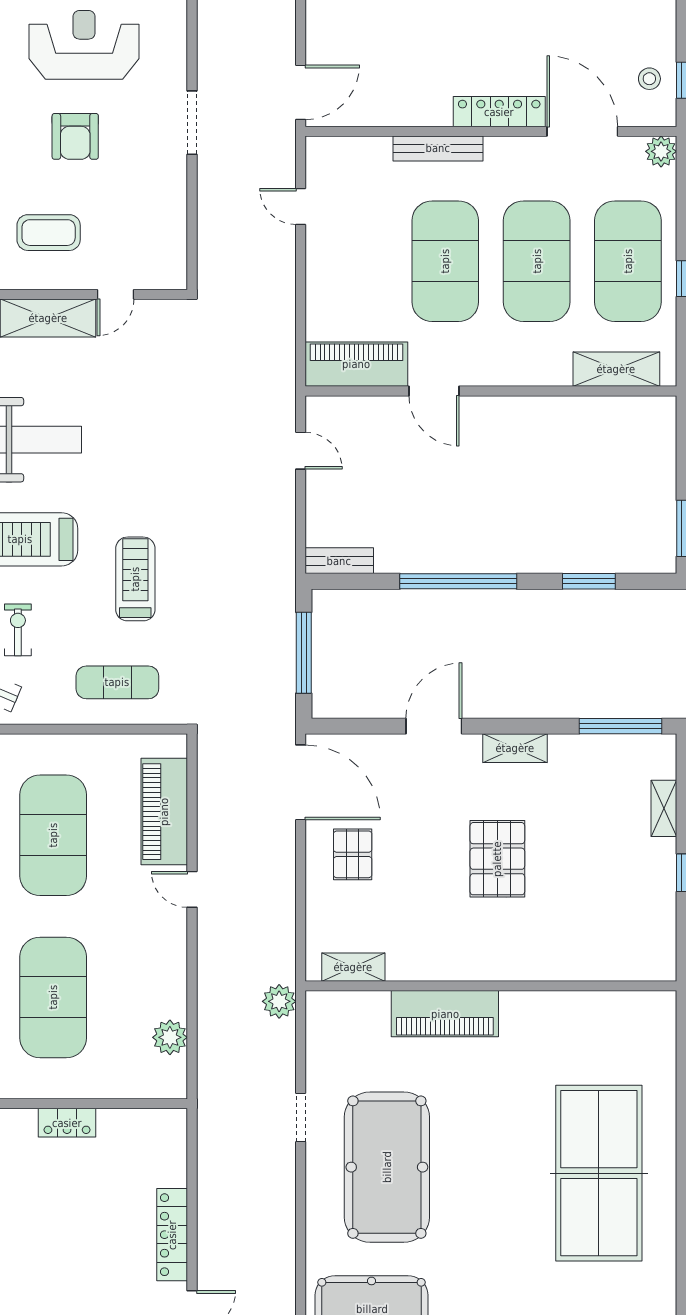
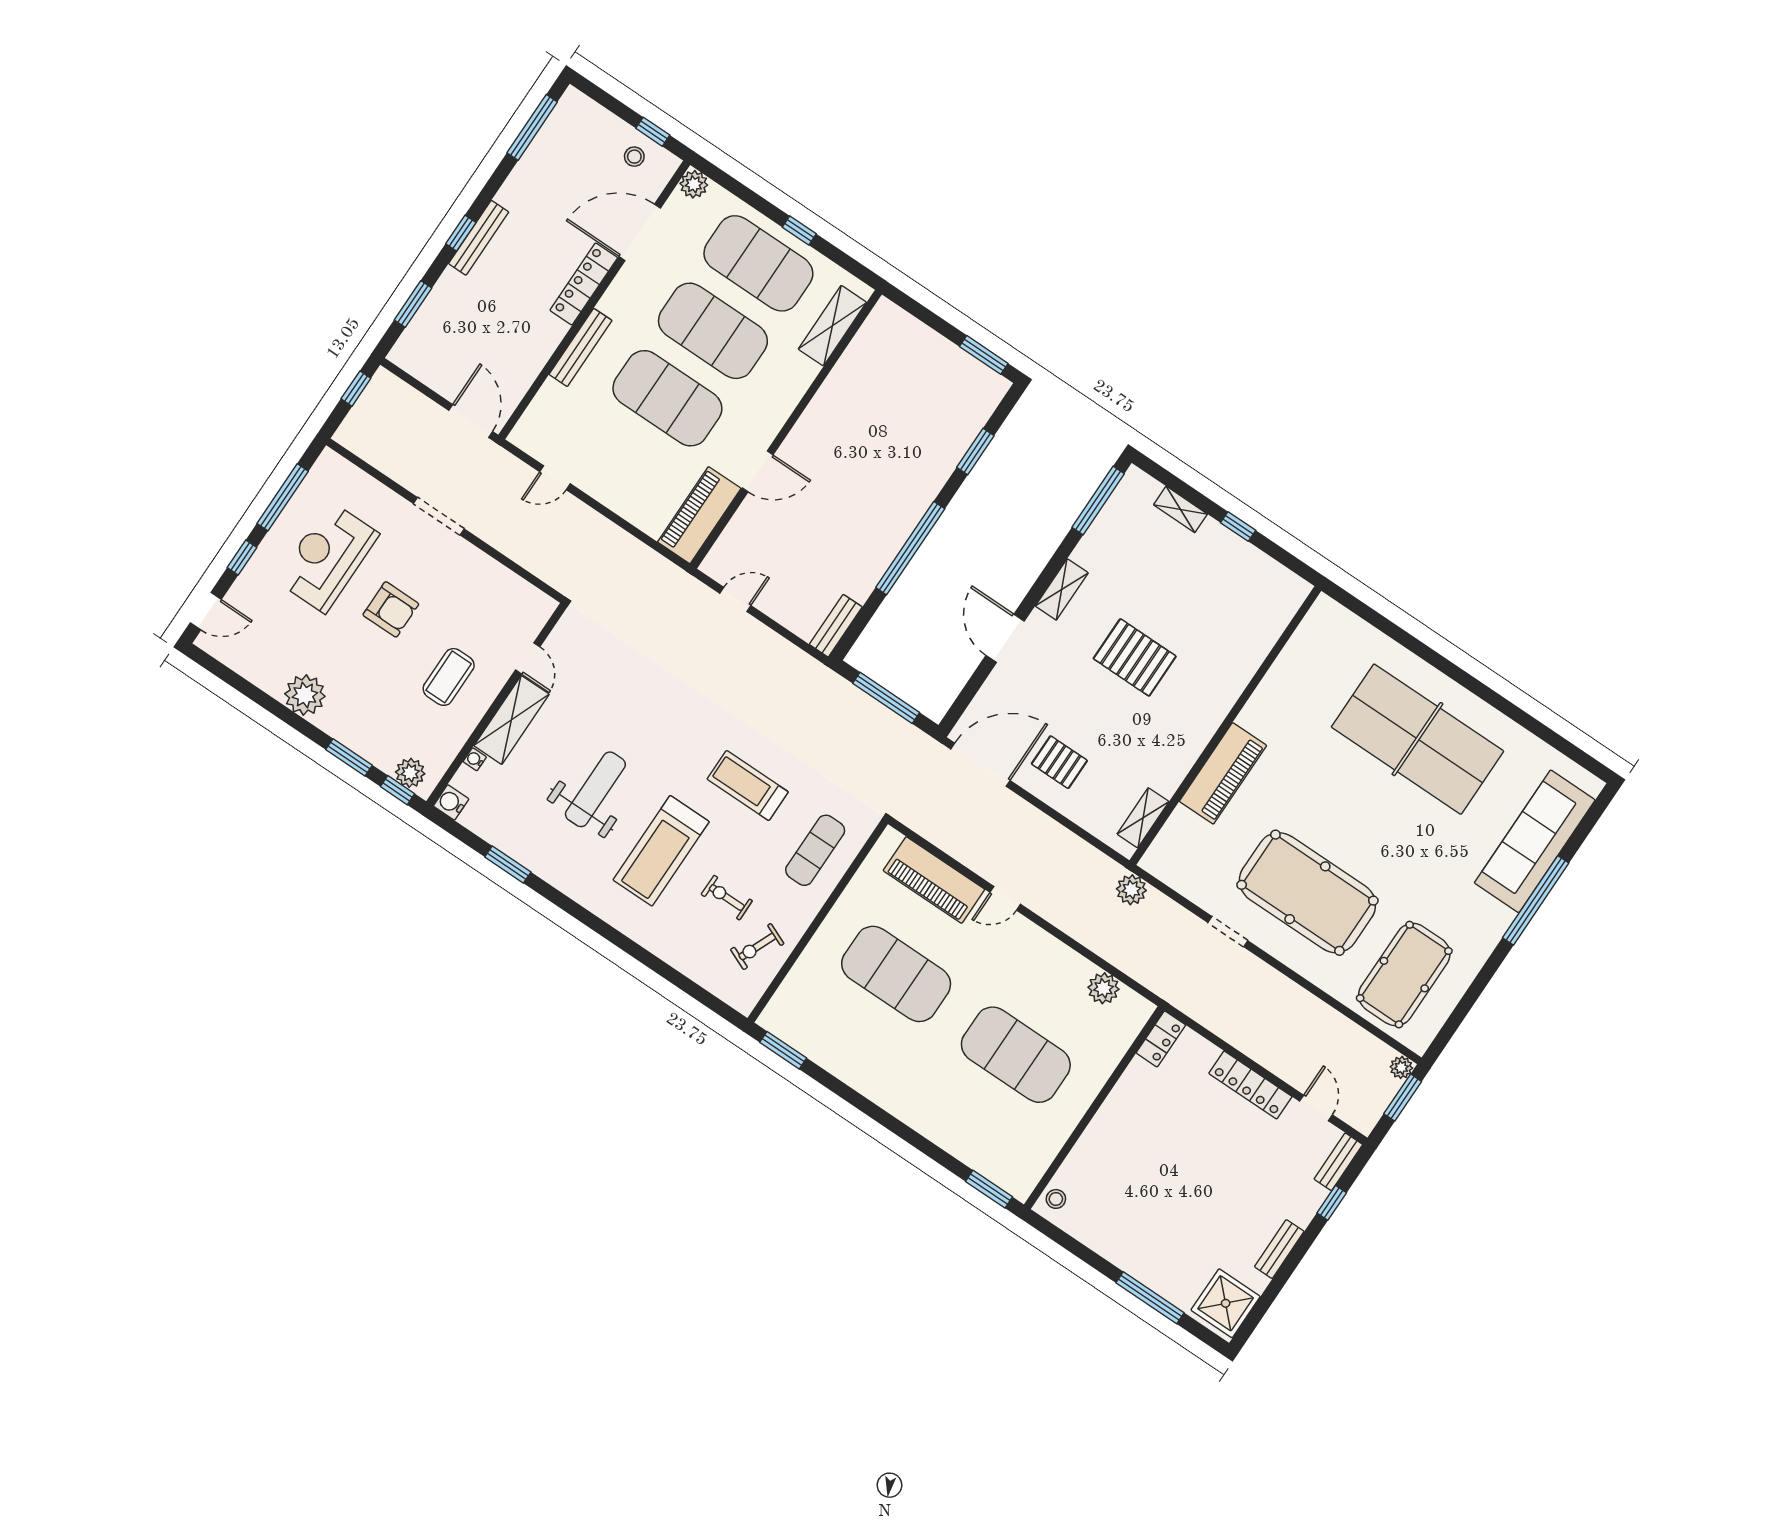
locker: (67, 1123) -> (1161, 1039), moved

